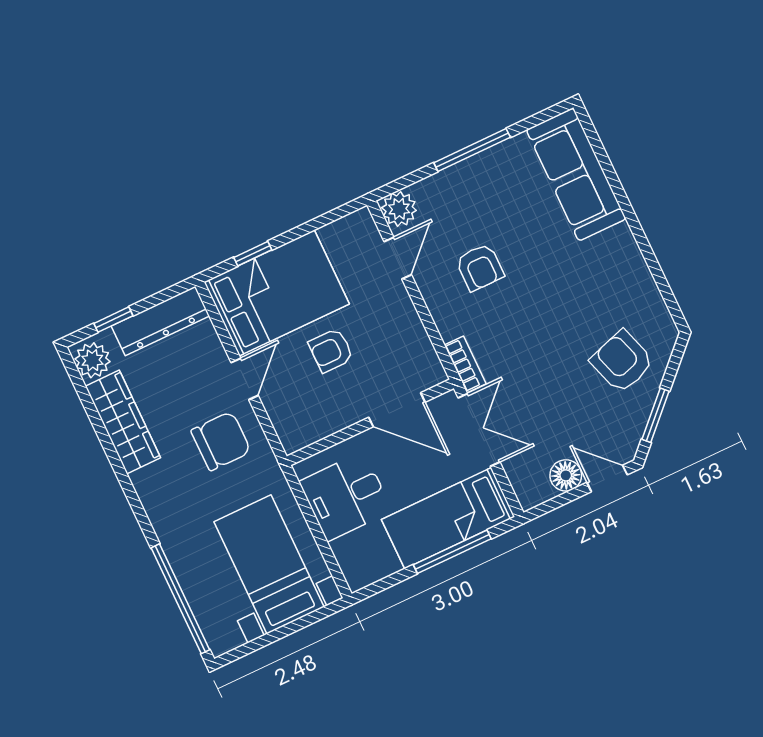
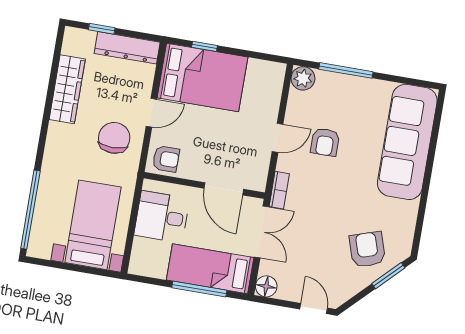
window: (472, 150) -> (346, 70), moved
sofa: (576, 174) -> (407, 142), width x1.36, depth x1.27
door: (398, 258) -> (278, 138), moved
armchair: (331, 350) -> (166, 159), moved, turned 180
plant: (92, 360) -> (74, 43), removed
window: (655, 415) -> (388, 276), moved
chair: (221, 441) -> (114, 138), turned -90
floor lamp: (566, 475) -> (266, 286), moved

